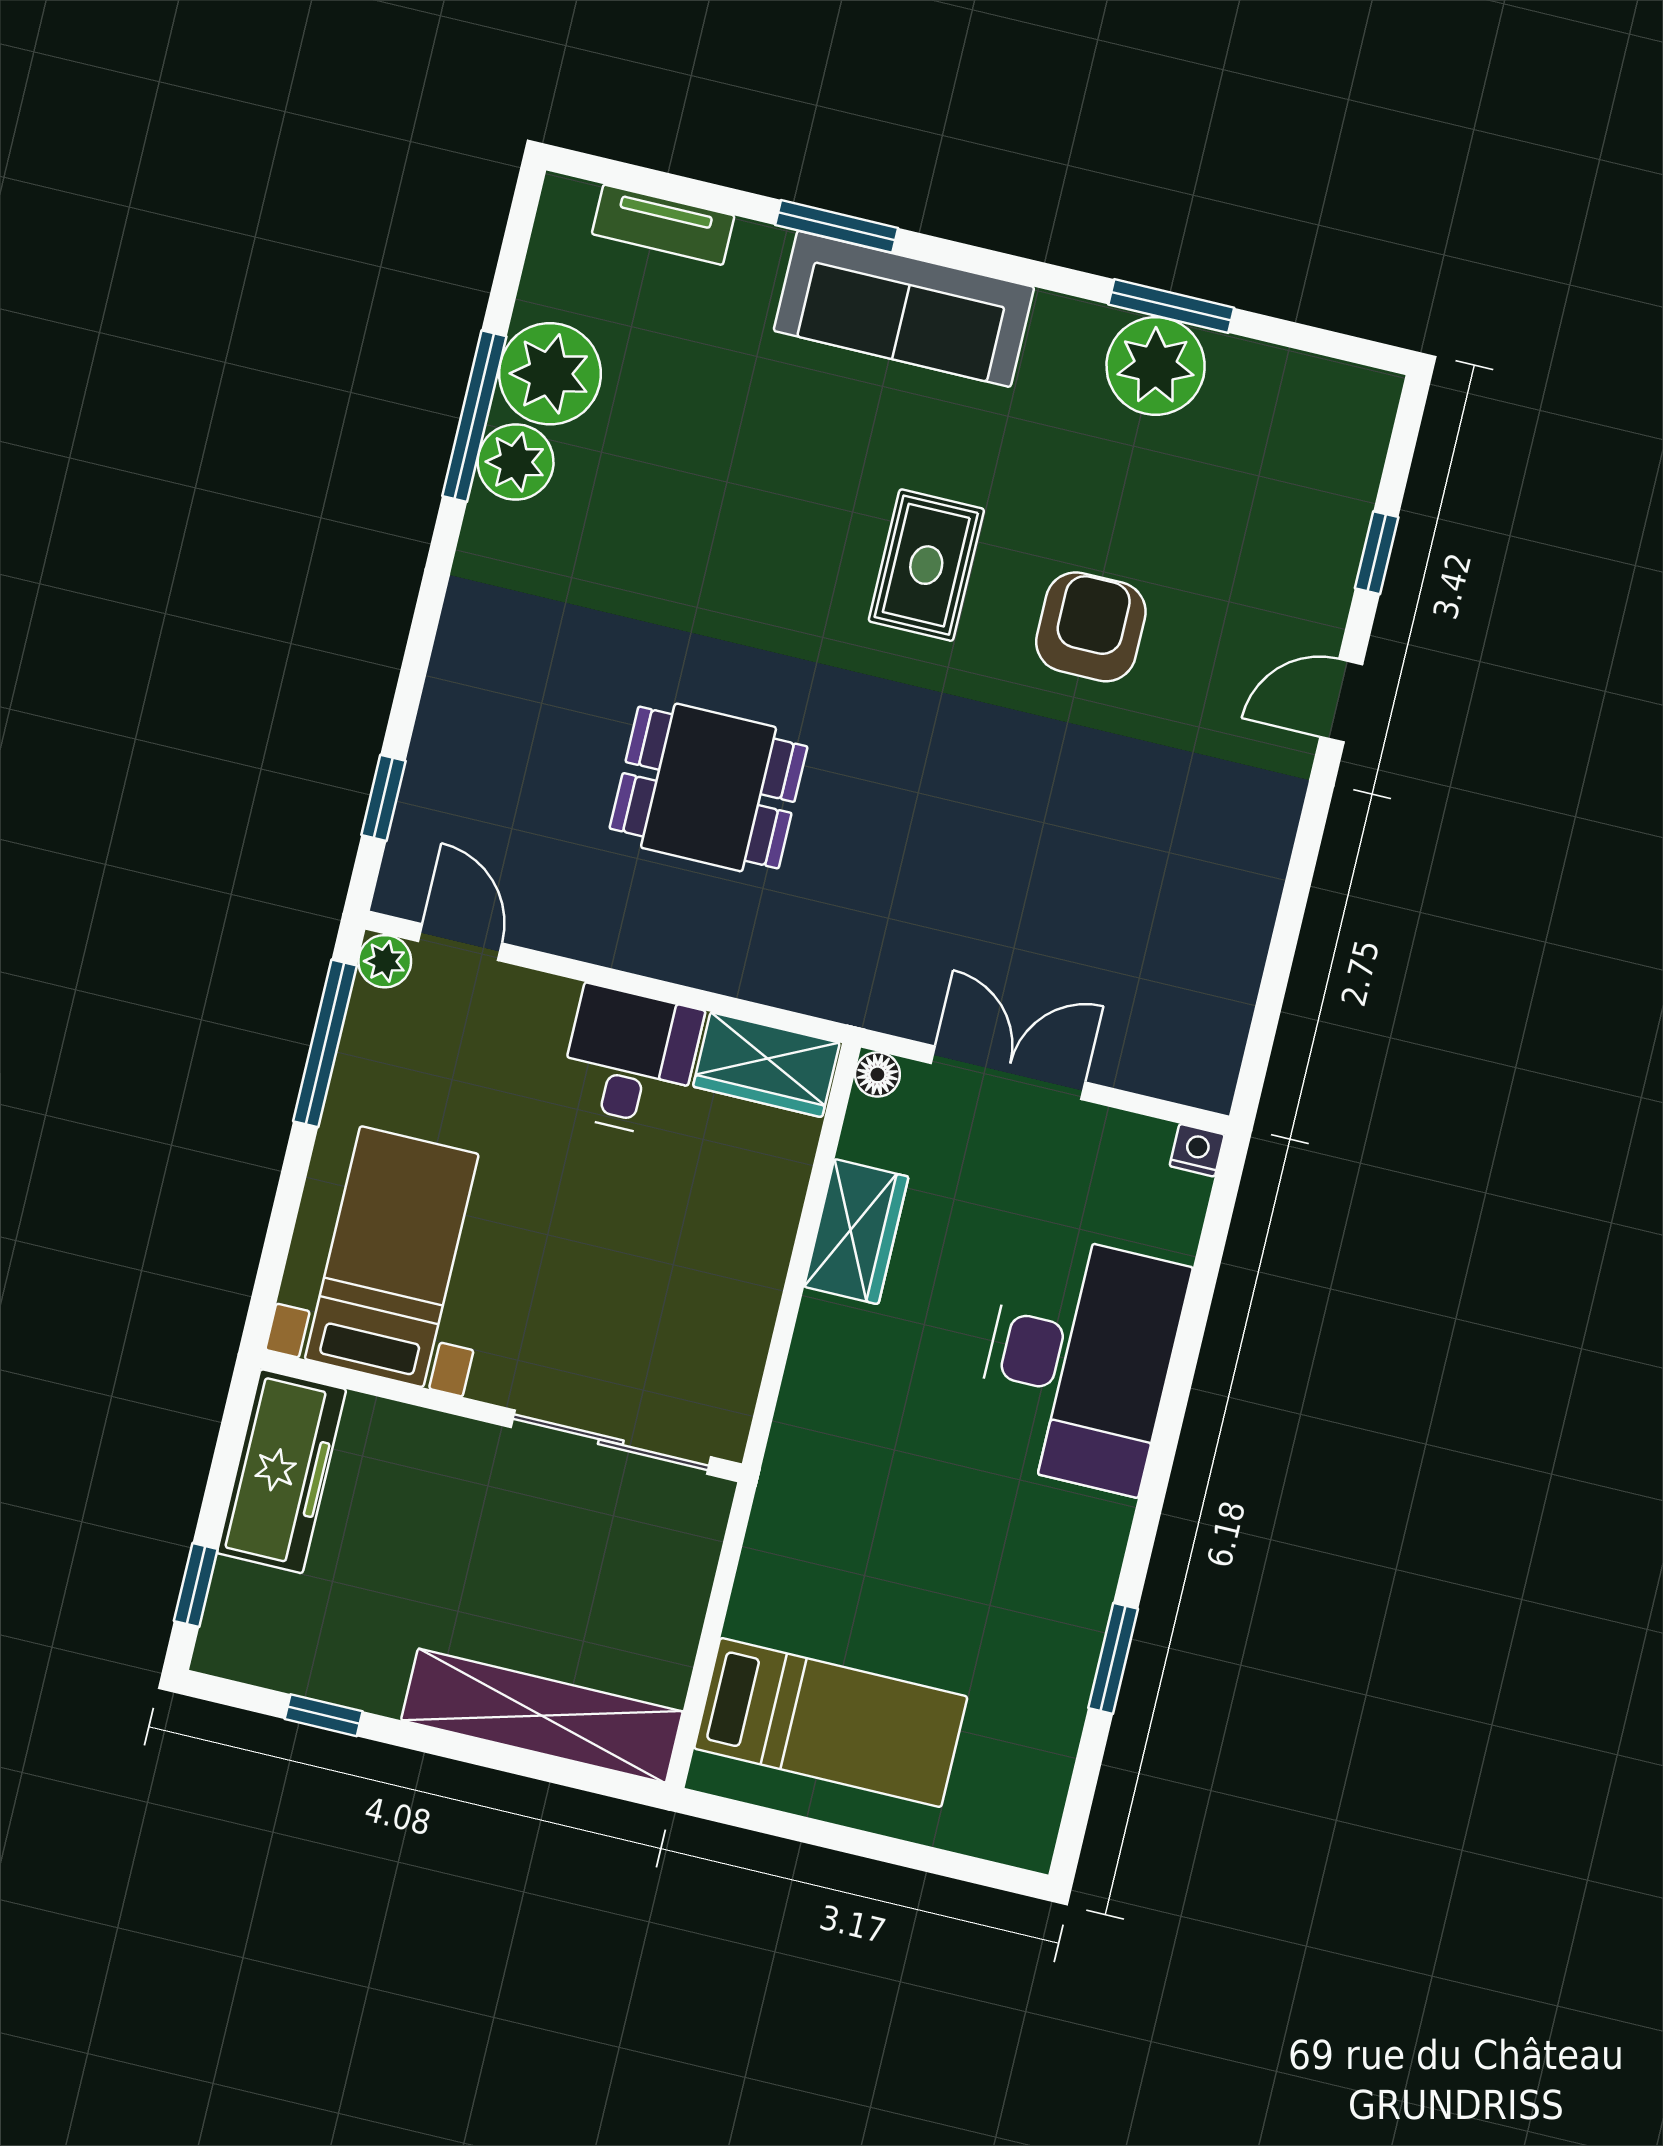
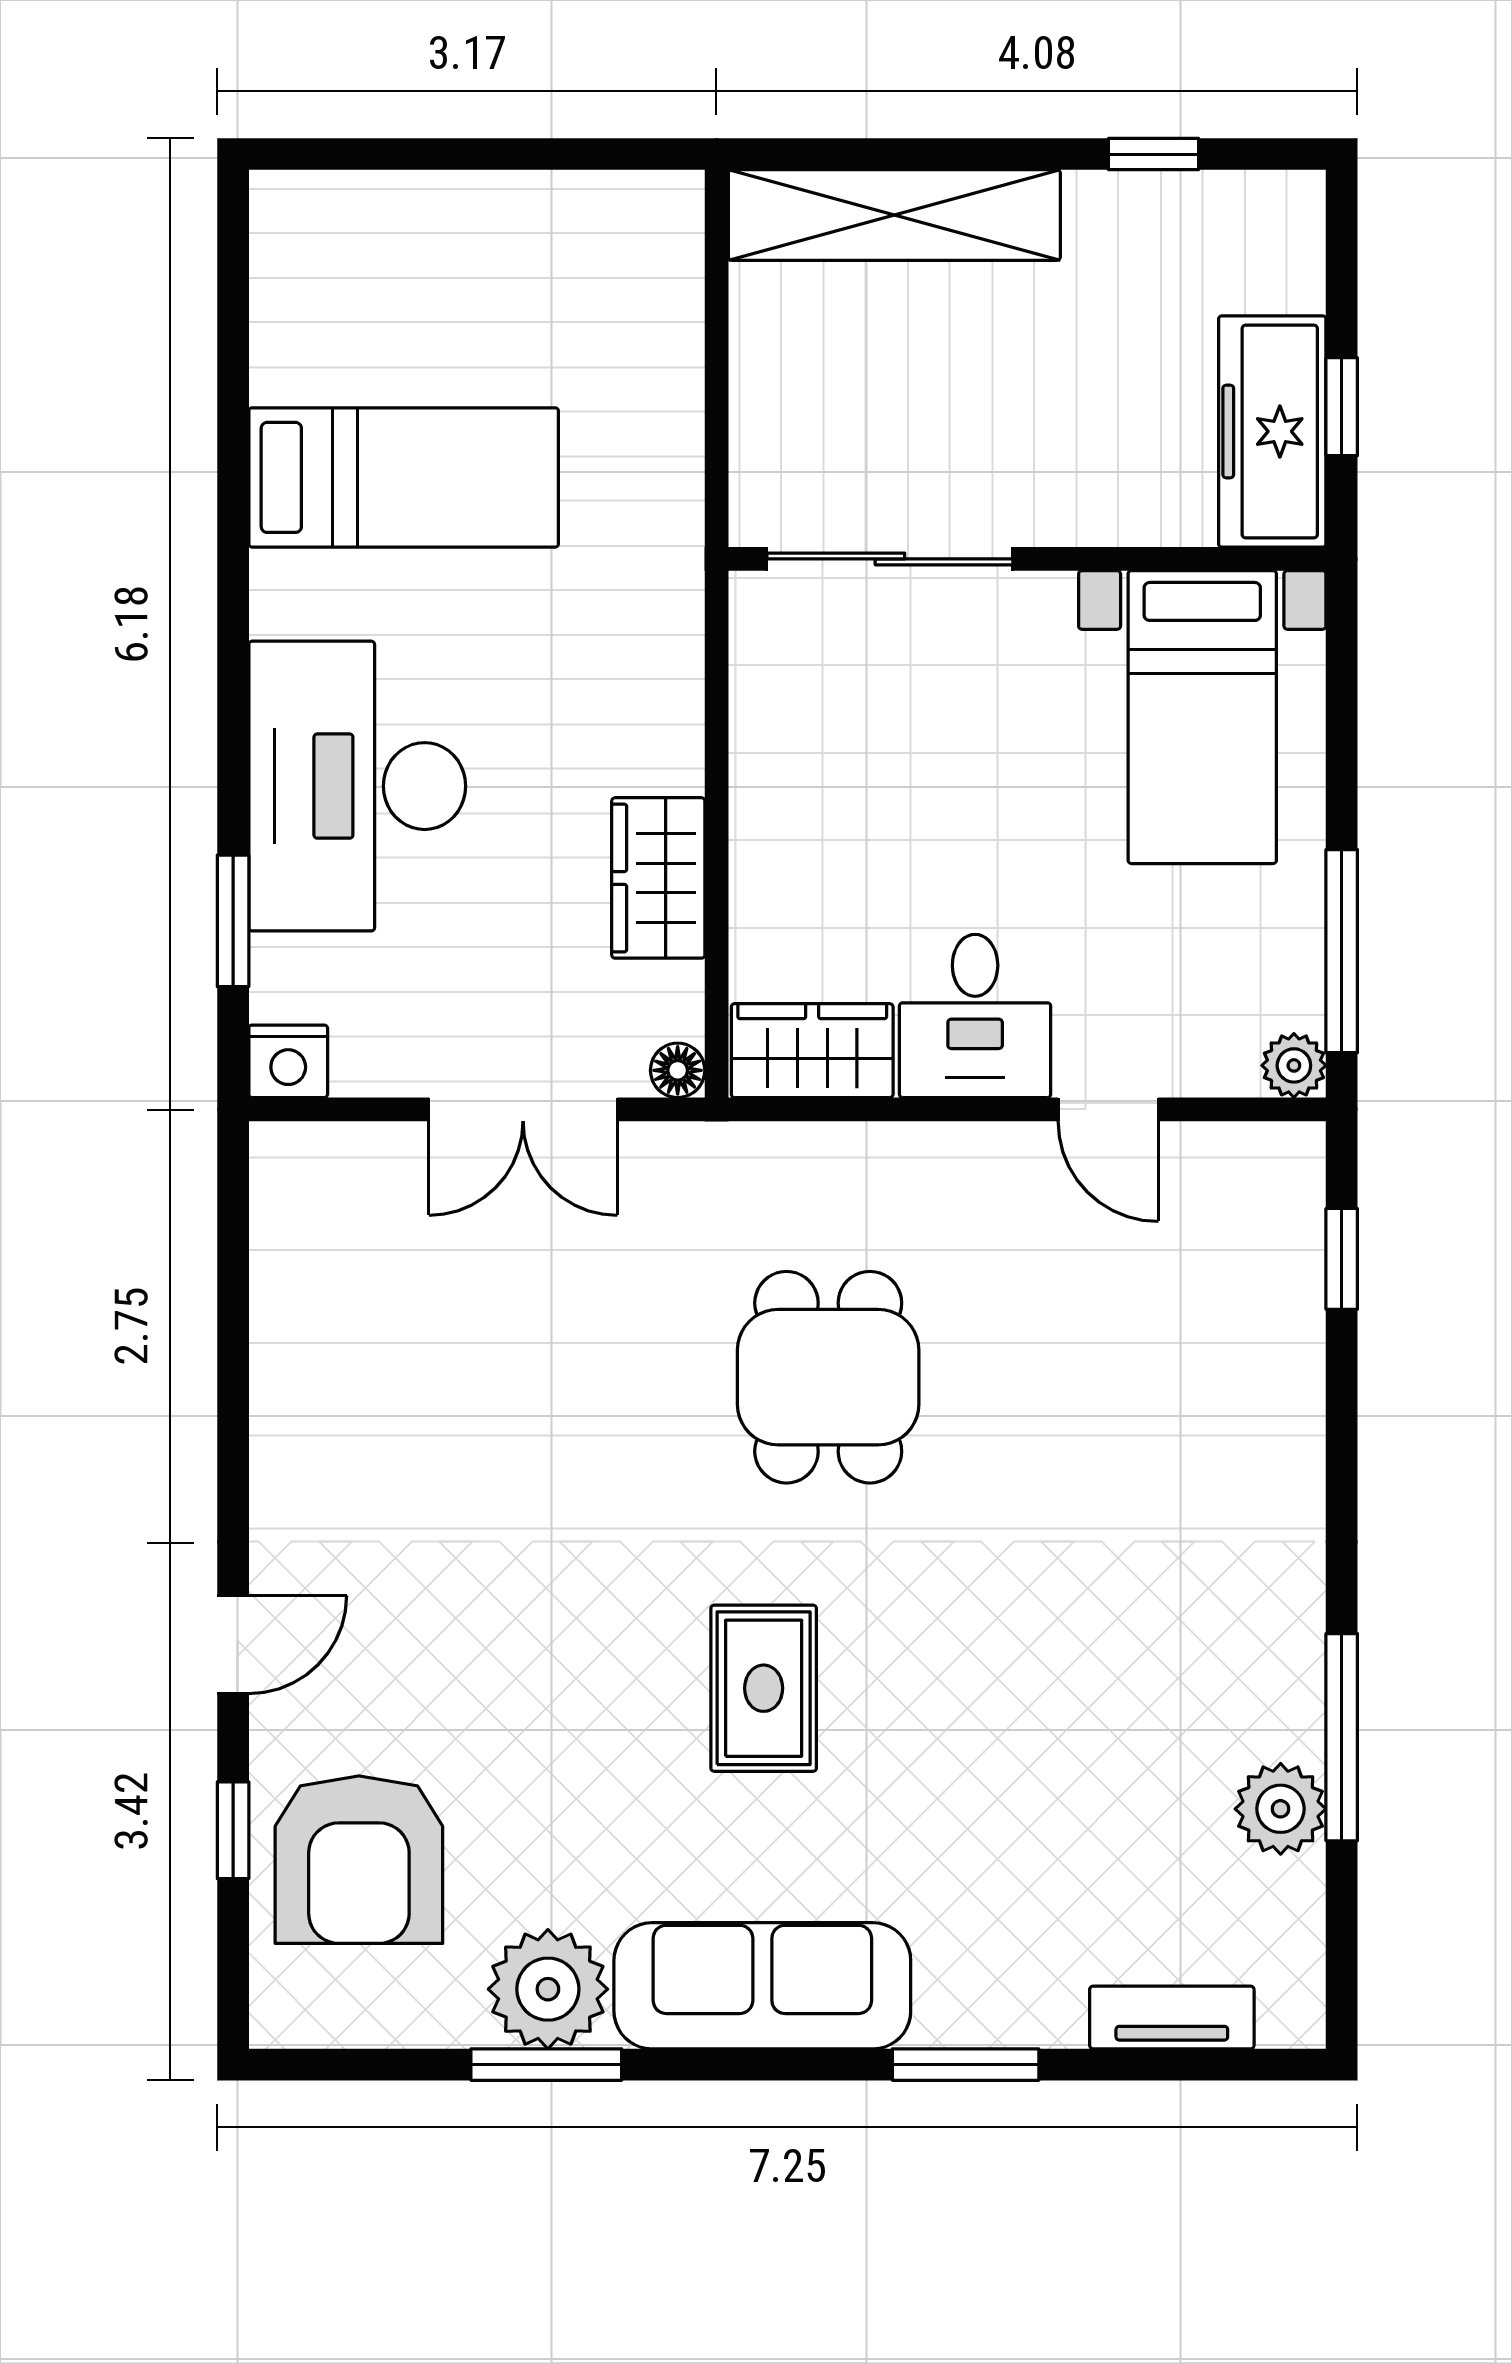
sofa: (904, 309) -> (762, 1986), moved
plant: (550, 374) -> (1281, 1809), width x0.73, depth x0.73
plant: (516, 462) -> (1280, 1694), removed
armchair: (1091, 627) -> (359, 1860), moved, width x1.36, depth x1.36
dining table: (709, 787) -> (828, 1377), moved, turned 90
door: (460, 942) -> (1108, 1109), moved
nightstand: (1197, 1150) -> (288, 1061), width x1.39, depth x1.35
window: (196, 1585) -> (1342, 407), moved
window: (1113, 1658) -> (233, 921), moved
bed: (831, 1723) -> (404, 477), moved, turned 180

